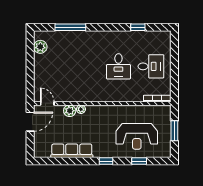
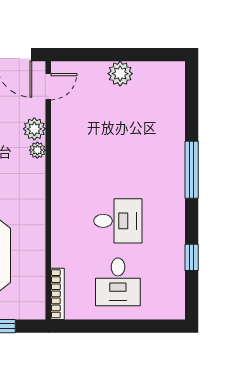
window: (70, 27) -> (192, 170), moved
plant: (40, 47) -> (120, 74), moved
desk: (118, 66) -> (118, 221), turned 180

